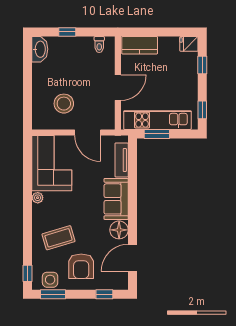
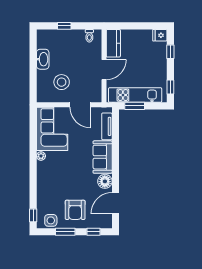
kitchen counter: (140, 45) -> (113, 43), moved, turned -90
washbasin: (40, 49) -> (43, 59), moved
coffee table: (58, 238) -> (57, 187), removed
window: (53, 294) -> (65, 232), moved

